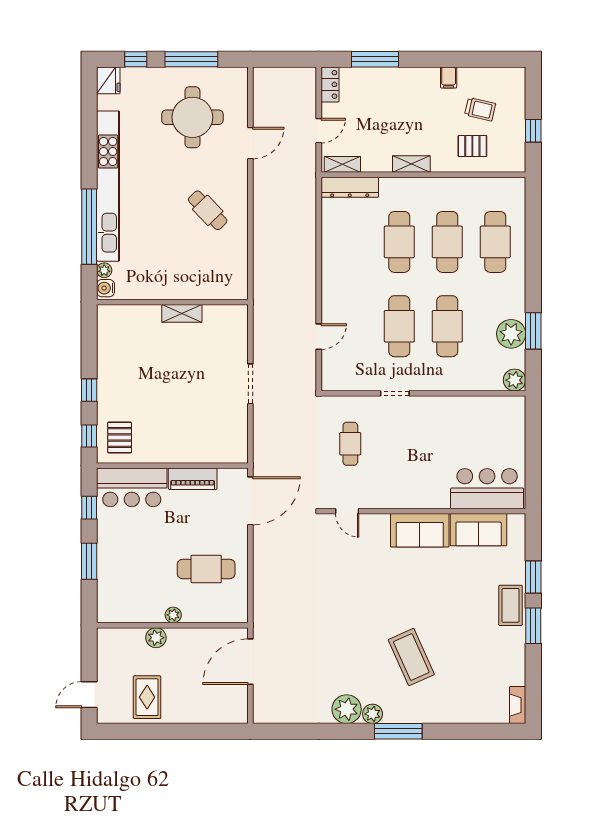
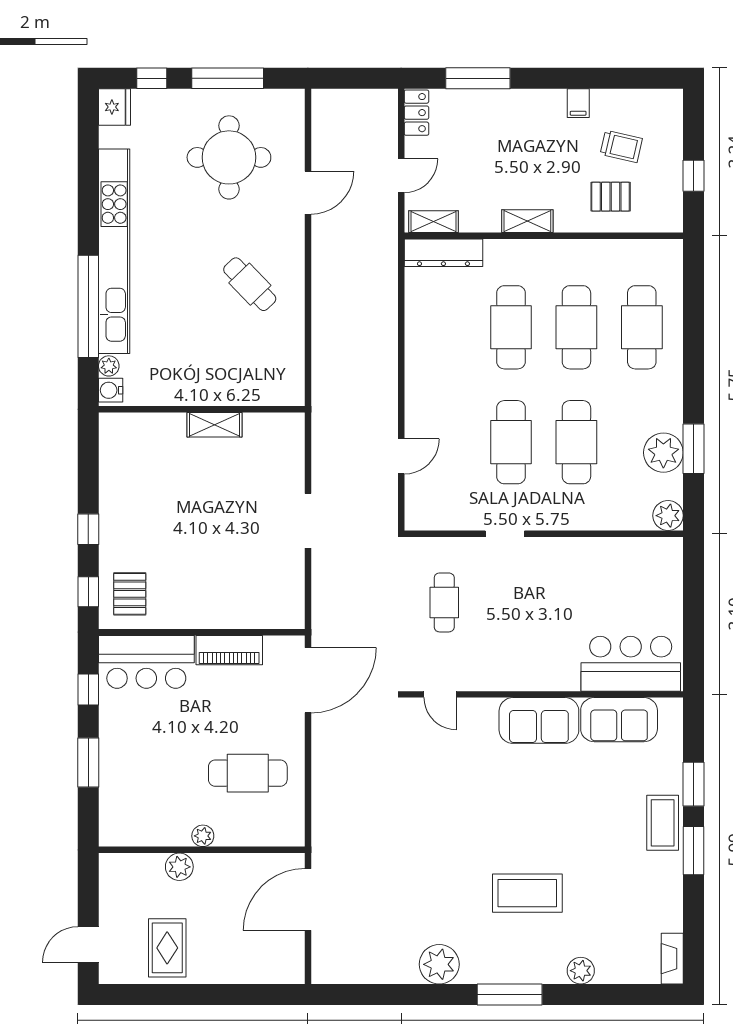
coffee table: (411, 657) -> (527, 893), turned -66
plant: (373, 714) -> (581, 971), moved

